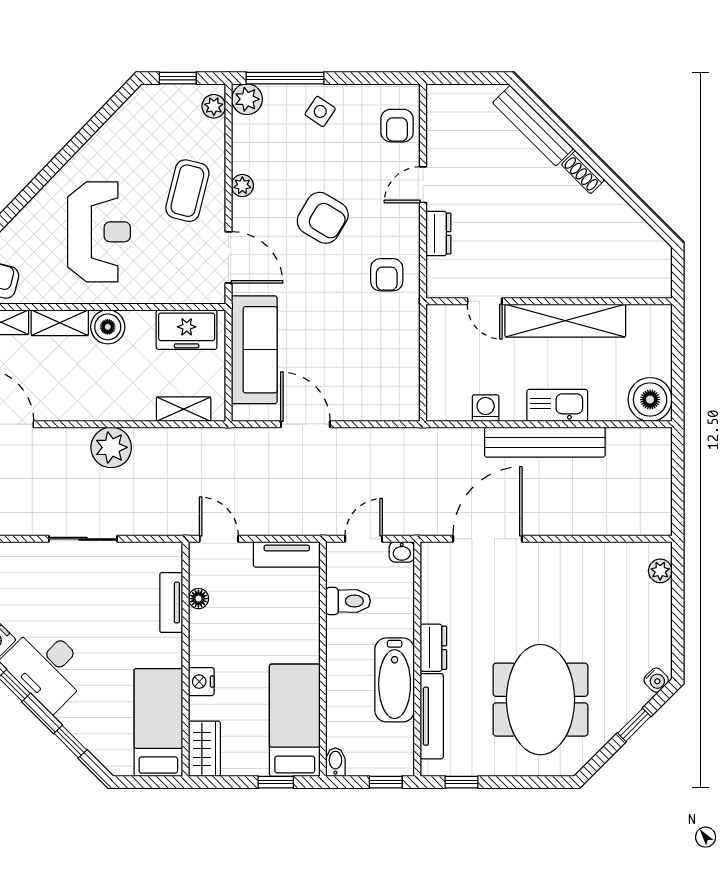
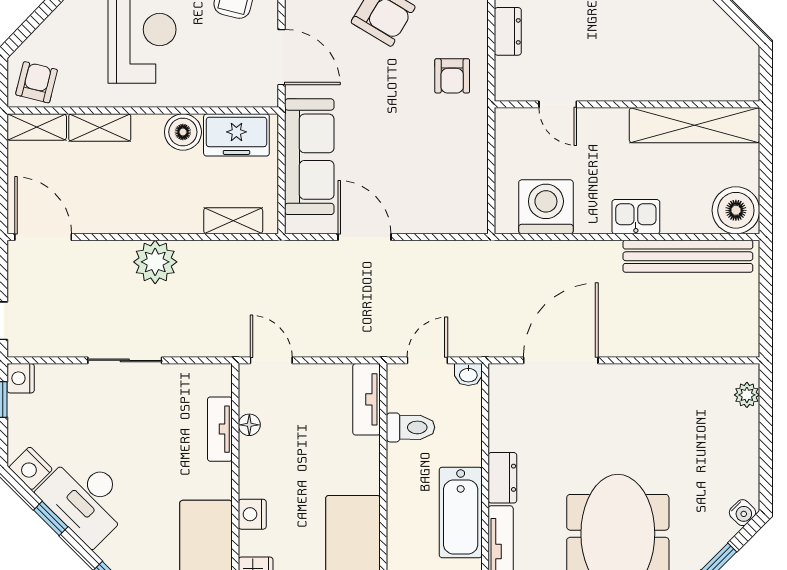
shelving: (565, 321) -> (695, 125), moved
boiler: (108, 327) -> (183, 132), moved
kitchen sink: (557, 405) -> (636, 217), width x0.73
washing machine: (486, 408) -> (546, 207), width x1.89, depth x1.89
bench: (545, 442) -> (688, 256), moved
tv unit: (287, 554) -> (367, 399), moved, turned 90

